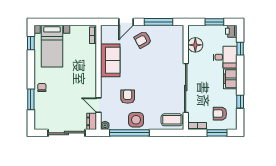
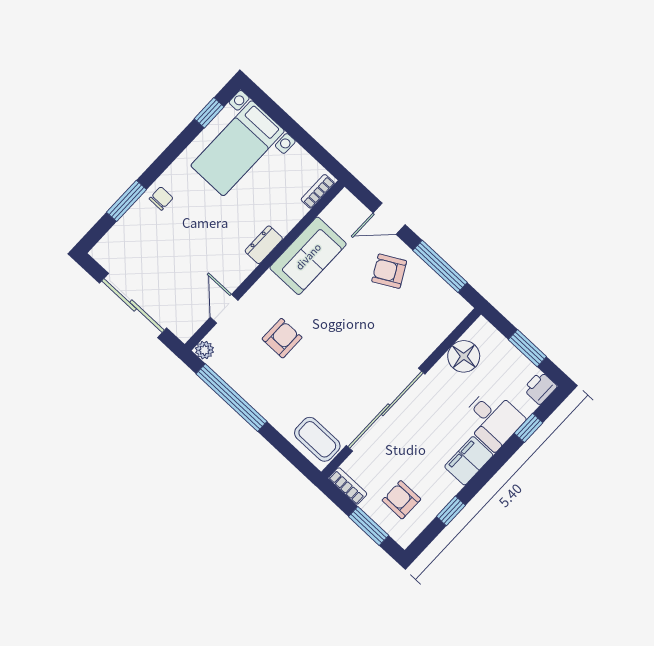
side table: (136, 120) -> (261, 387), removed
dresser: (92, 121) -> (264, 245), moved

